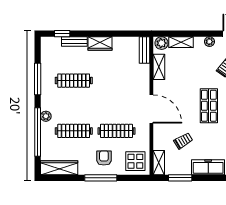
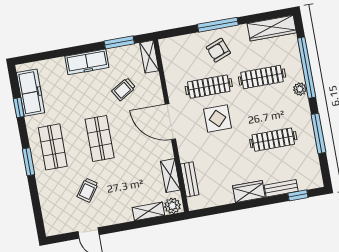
plant: (209, 42) -> (113, 218), removed
bench: (144, 50) -> (190, 179), moved
armchair: (104, 158) -> (218, 50), turned 69
display table: (135, 161) -> (218, 118), moved

